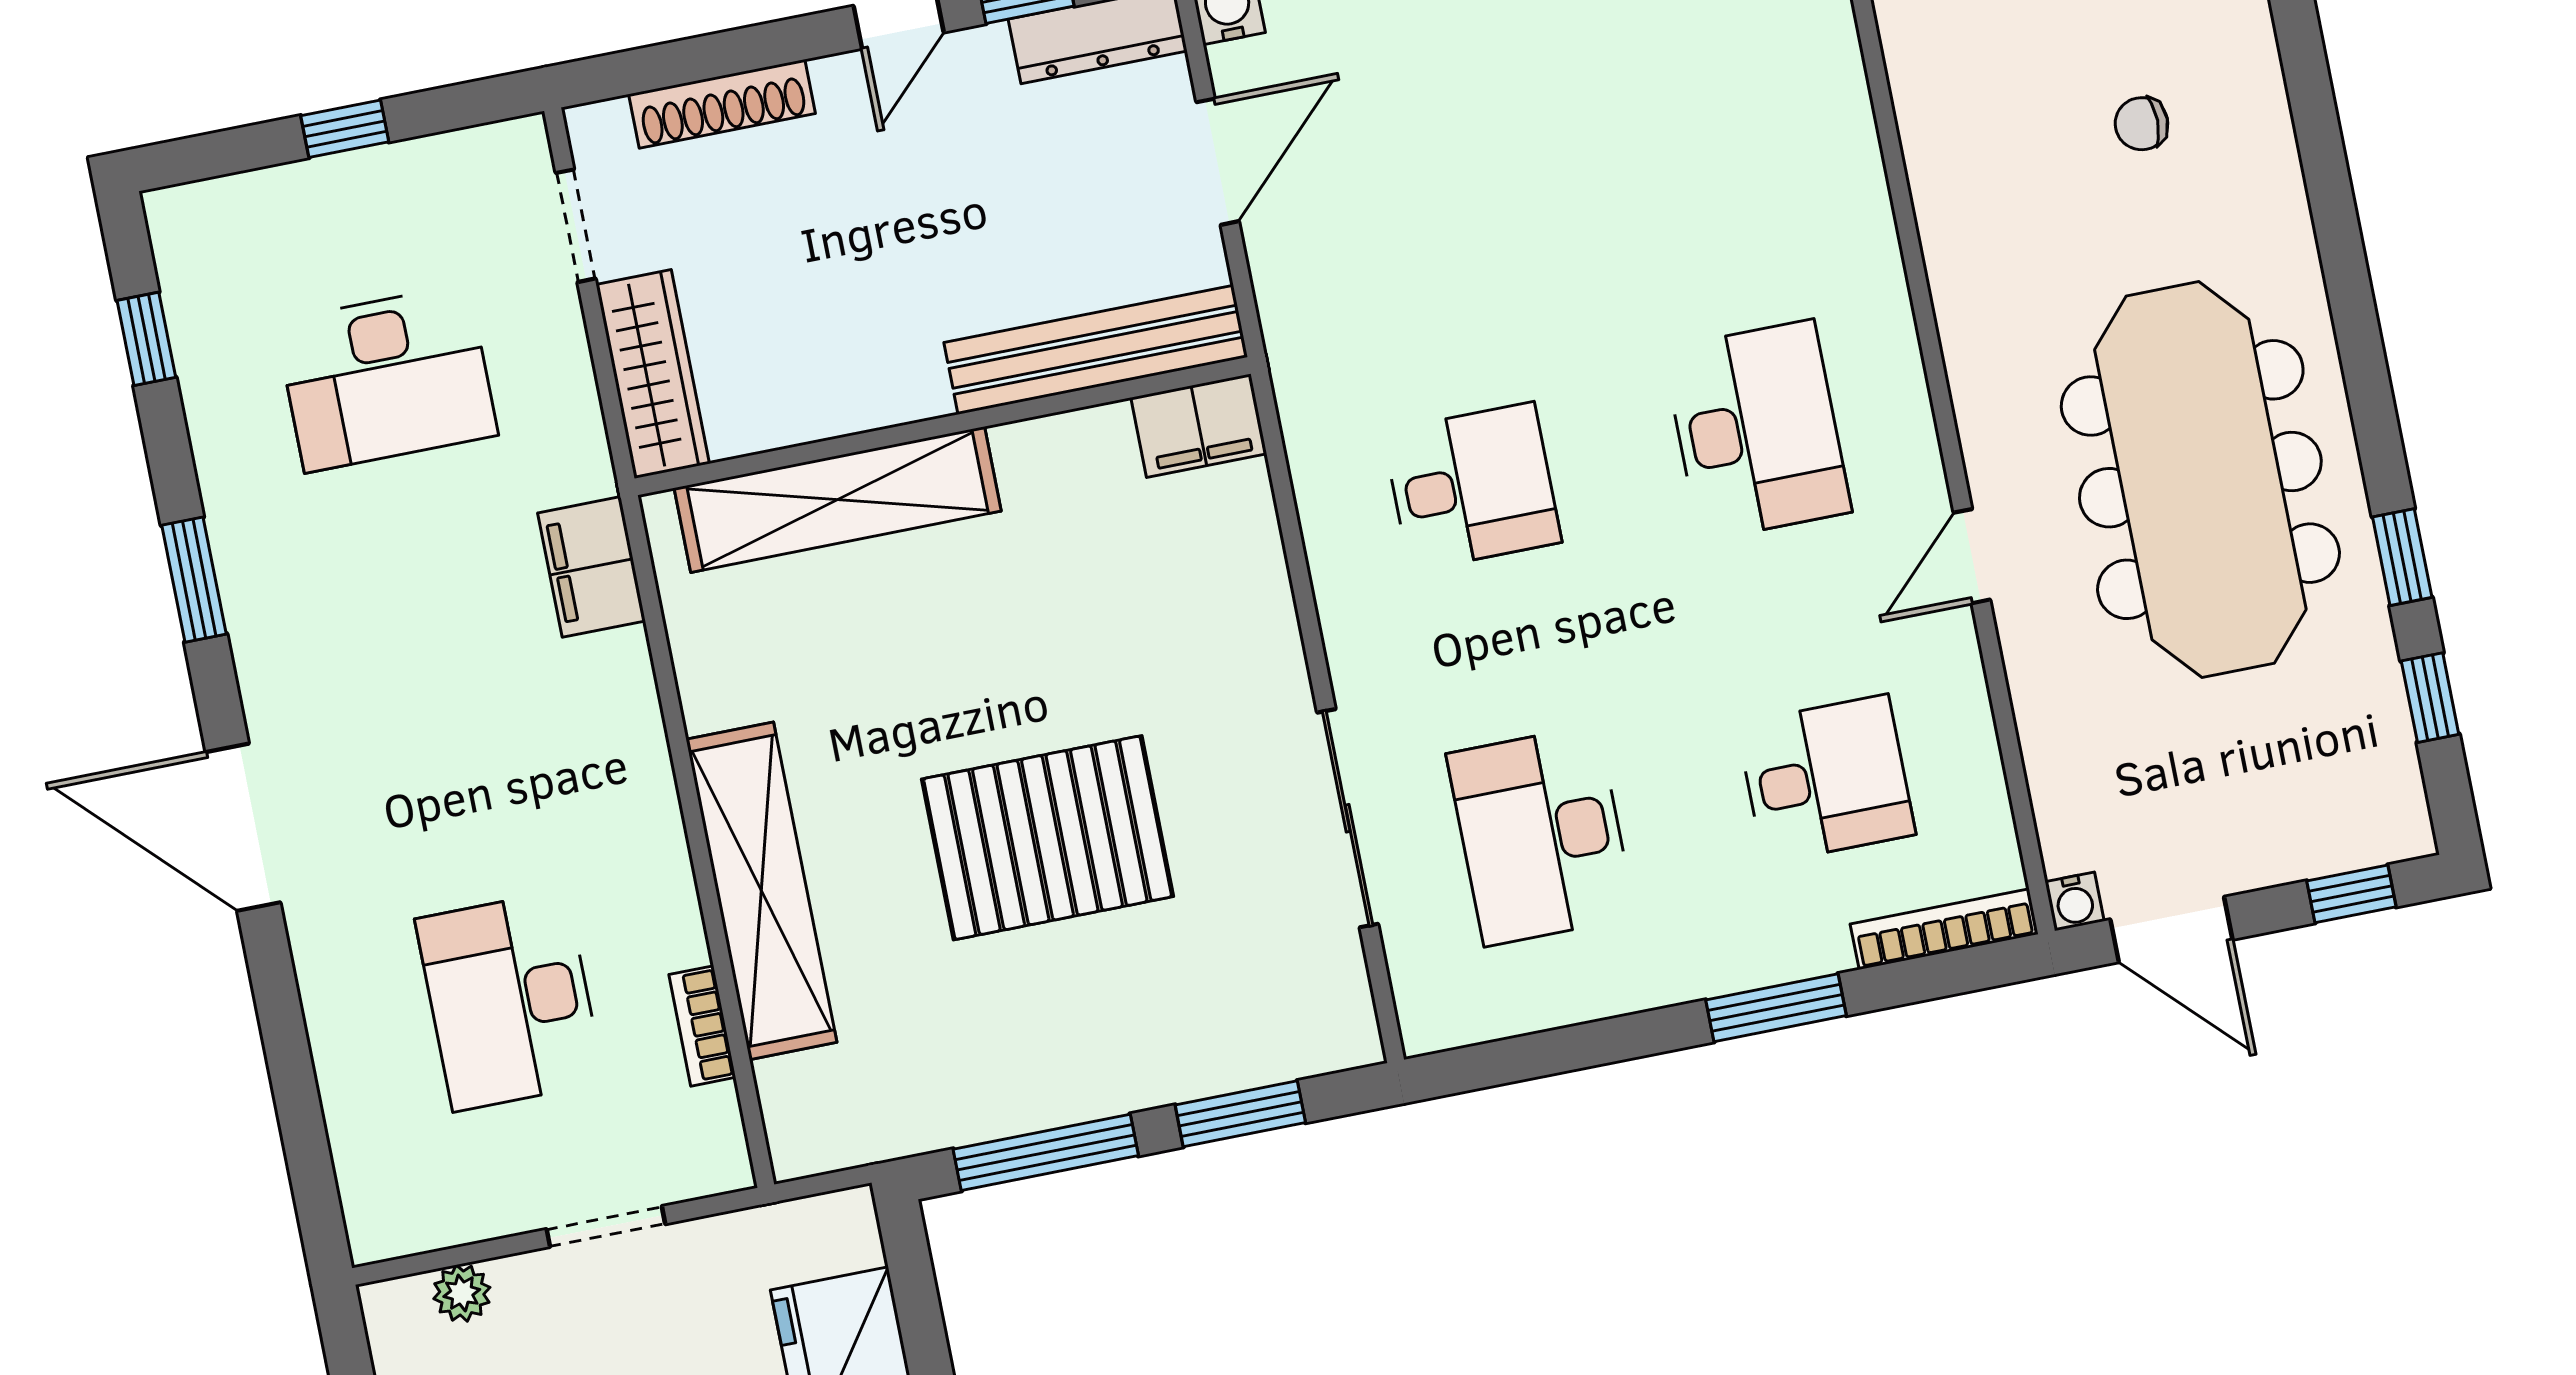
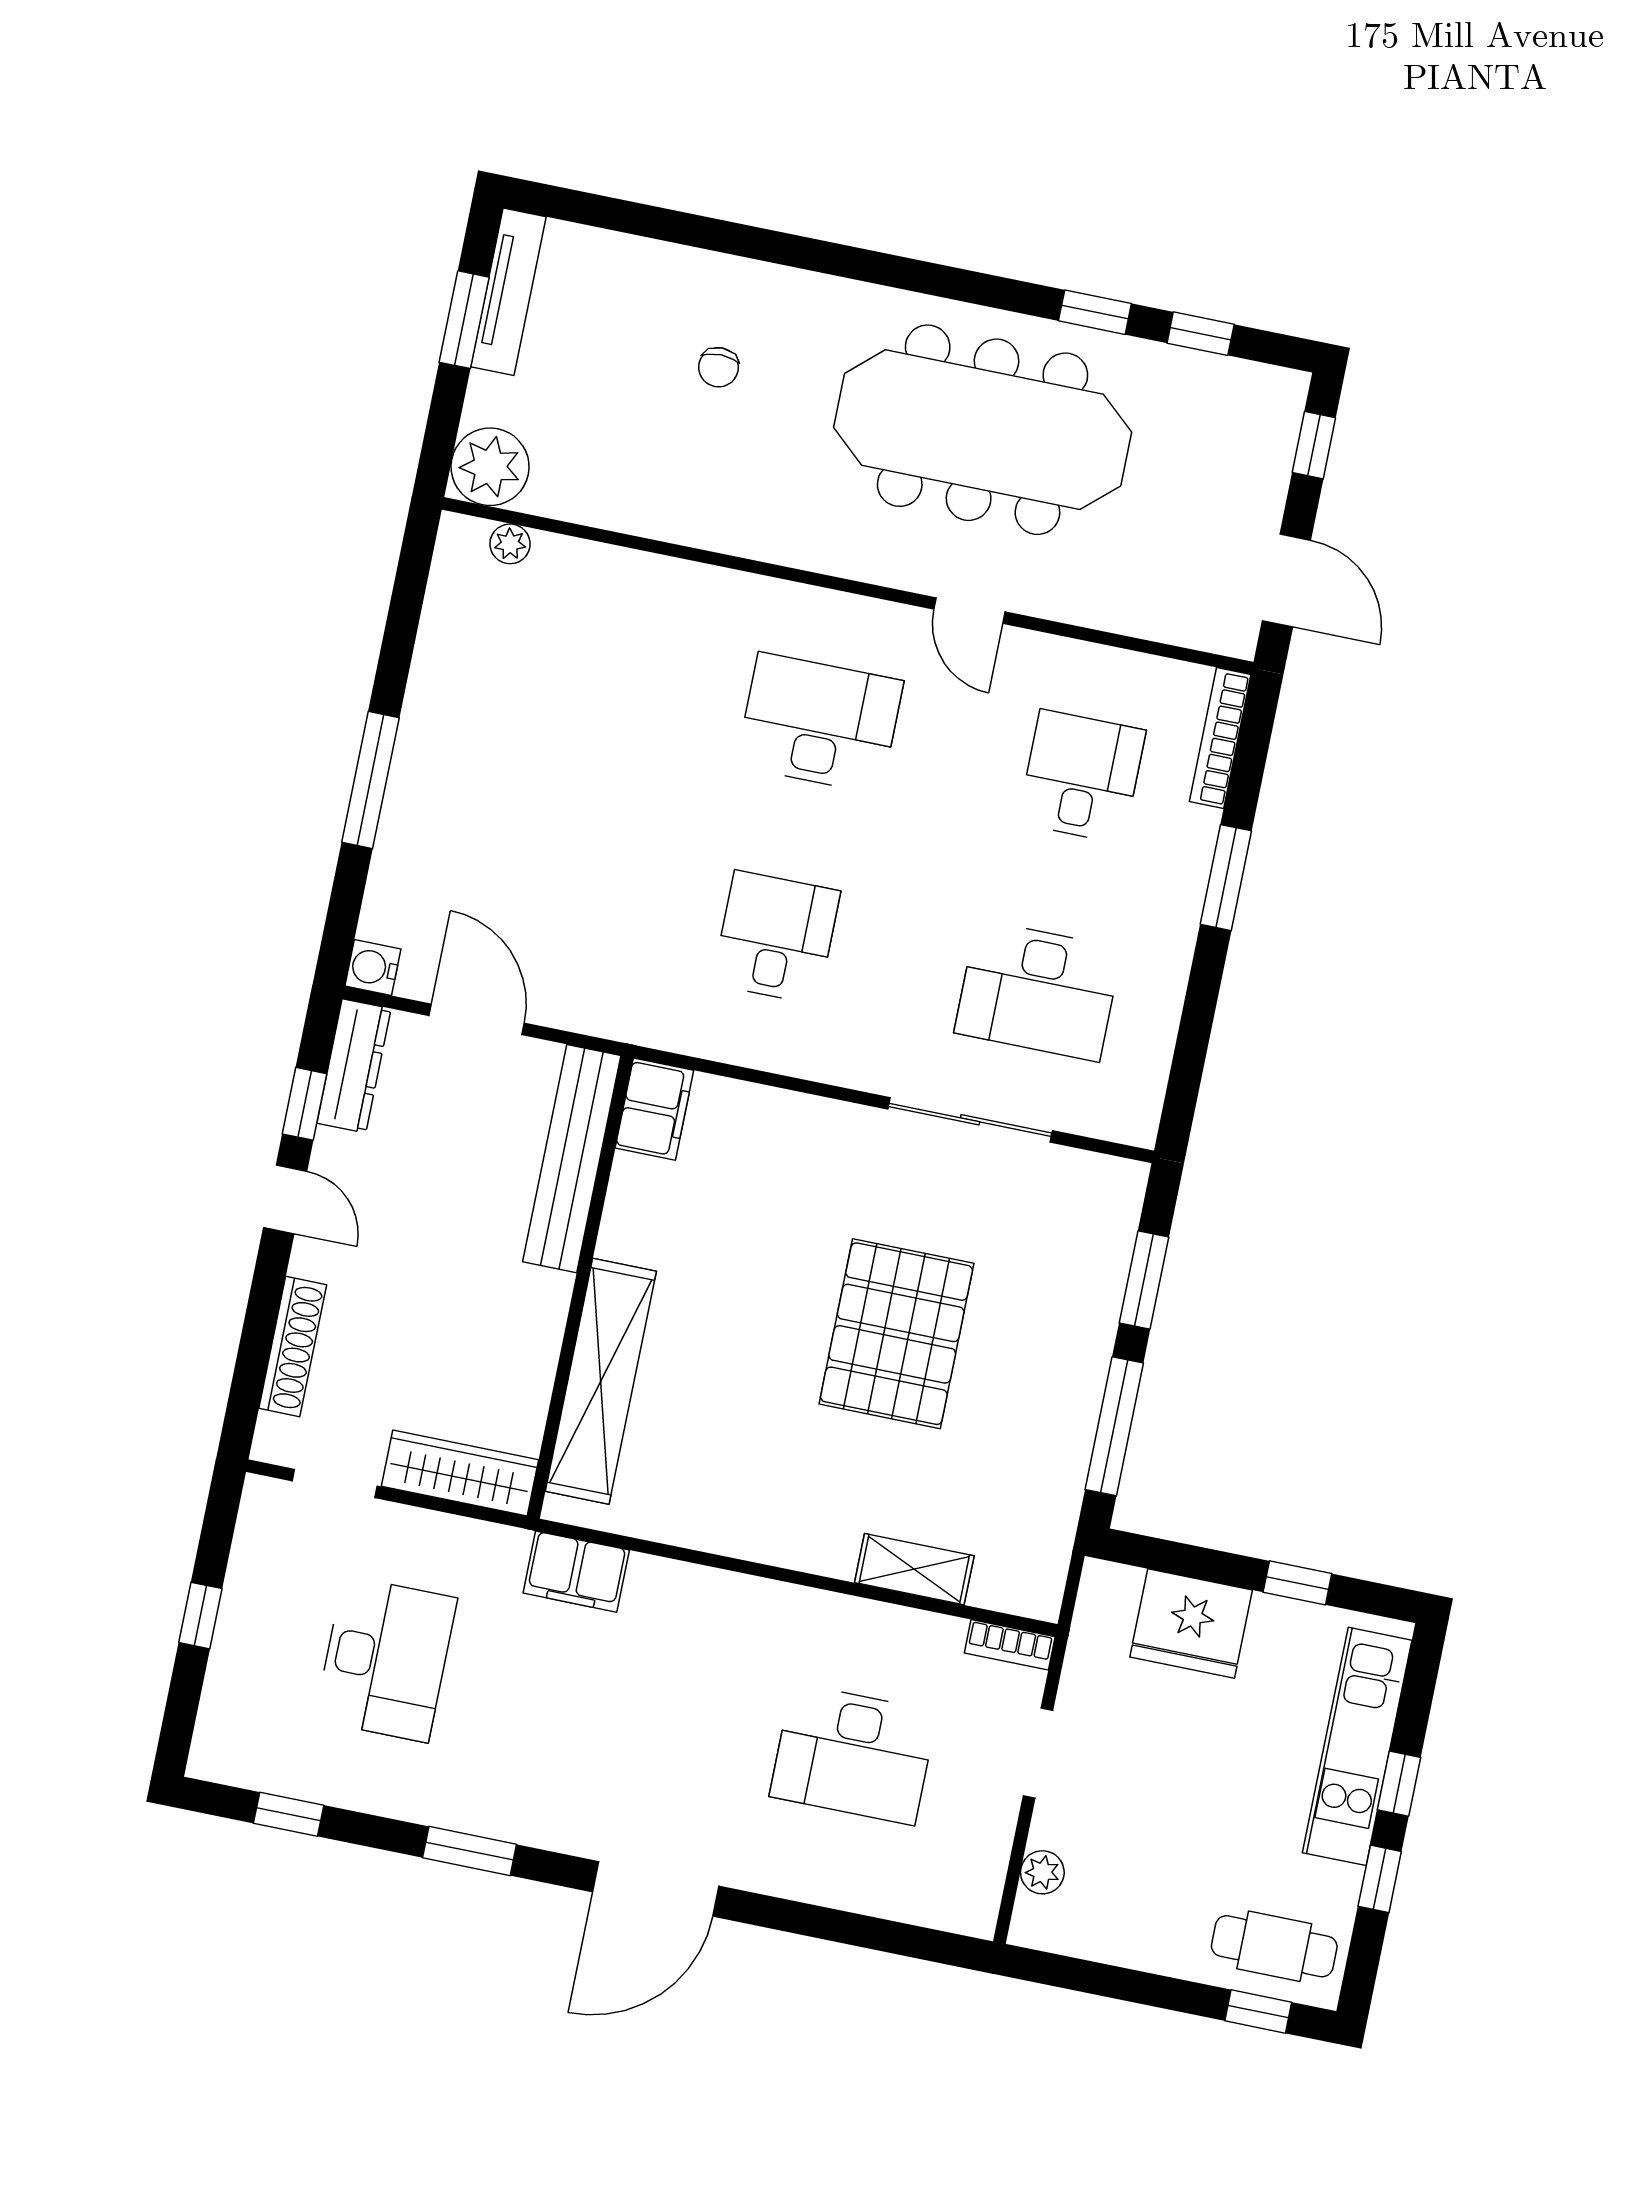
shelving: (761, 891) -> (914, 1569), width x0.45, depth x0.75
water cooler: (2075, 901) -> (1239, 640), removed
door: (2171, 929) -> (1286, 580), hinge flipped
bookcase: (702, 1026) -> (1010, 1645), moved

